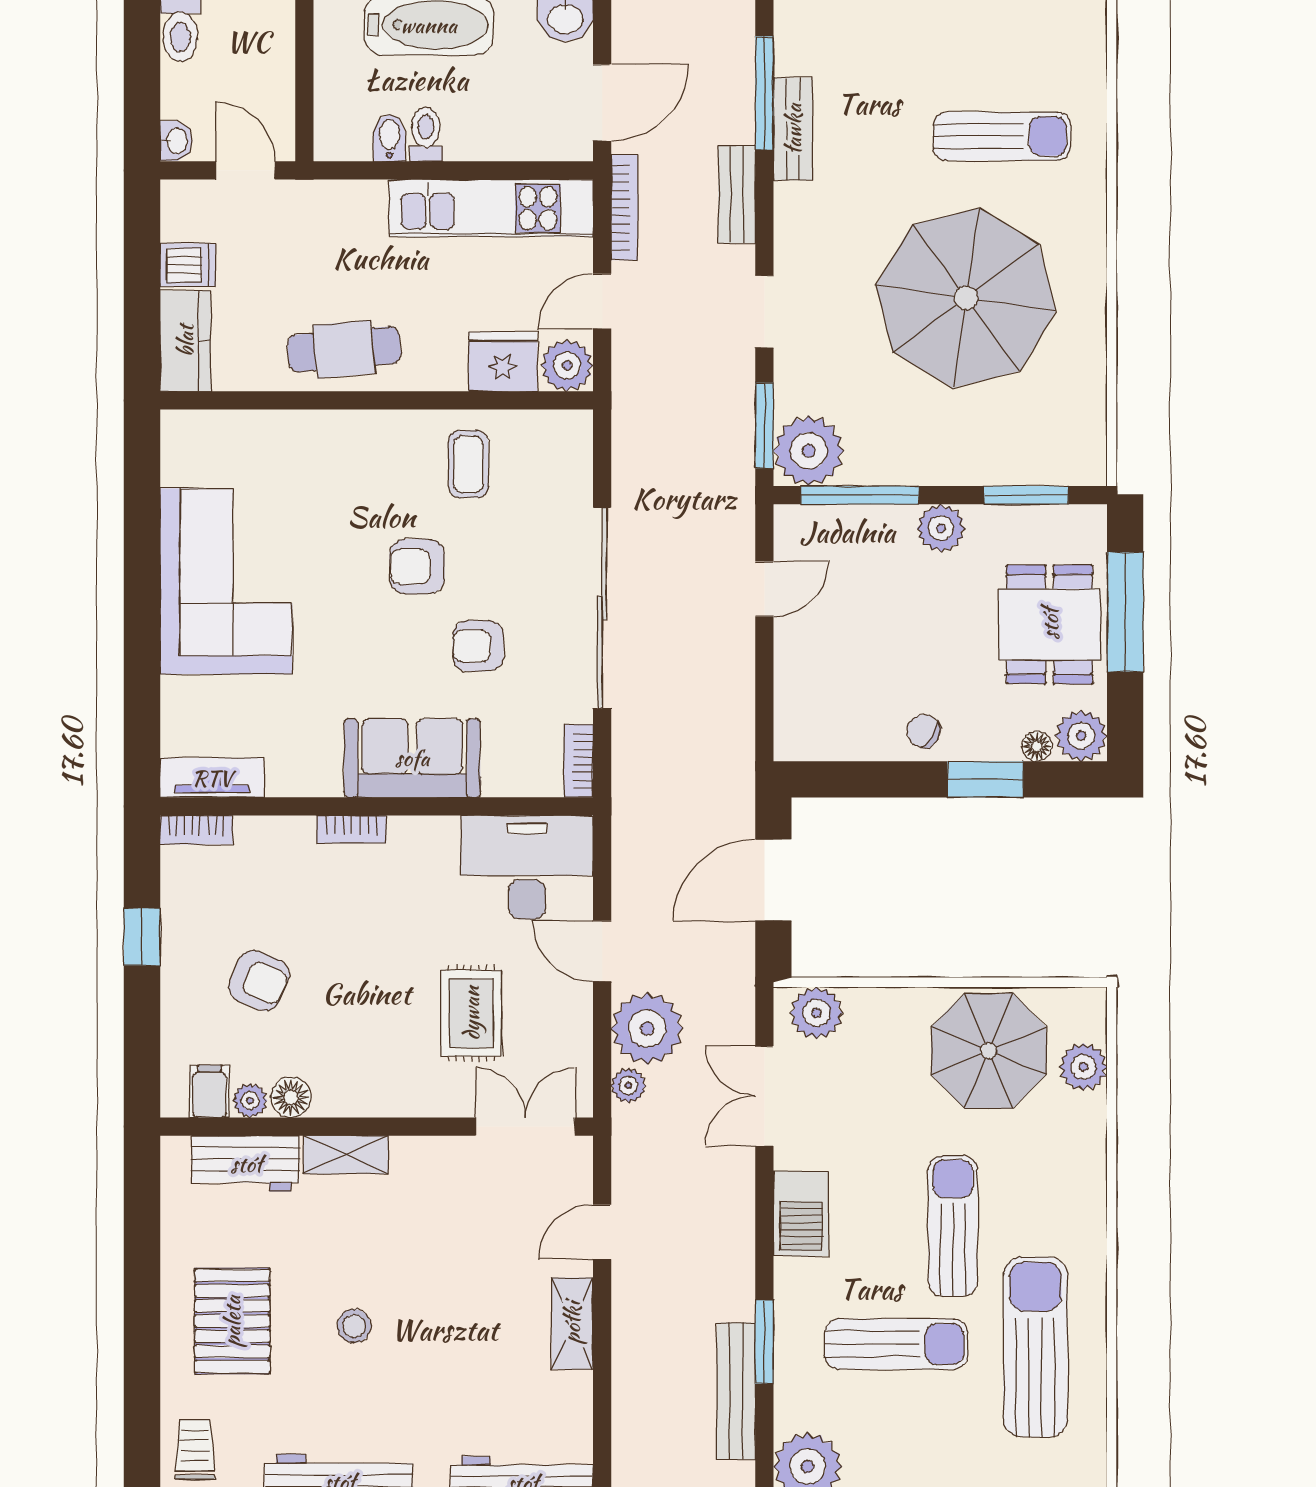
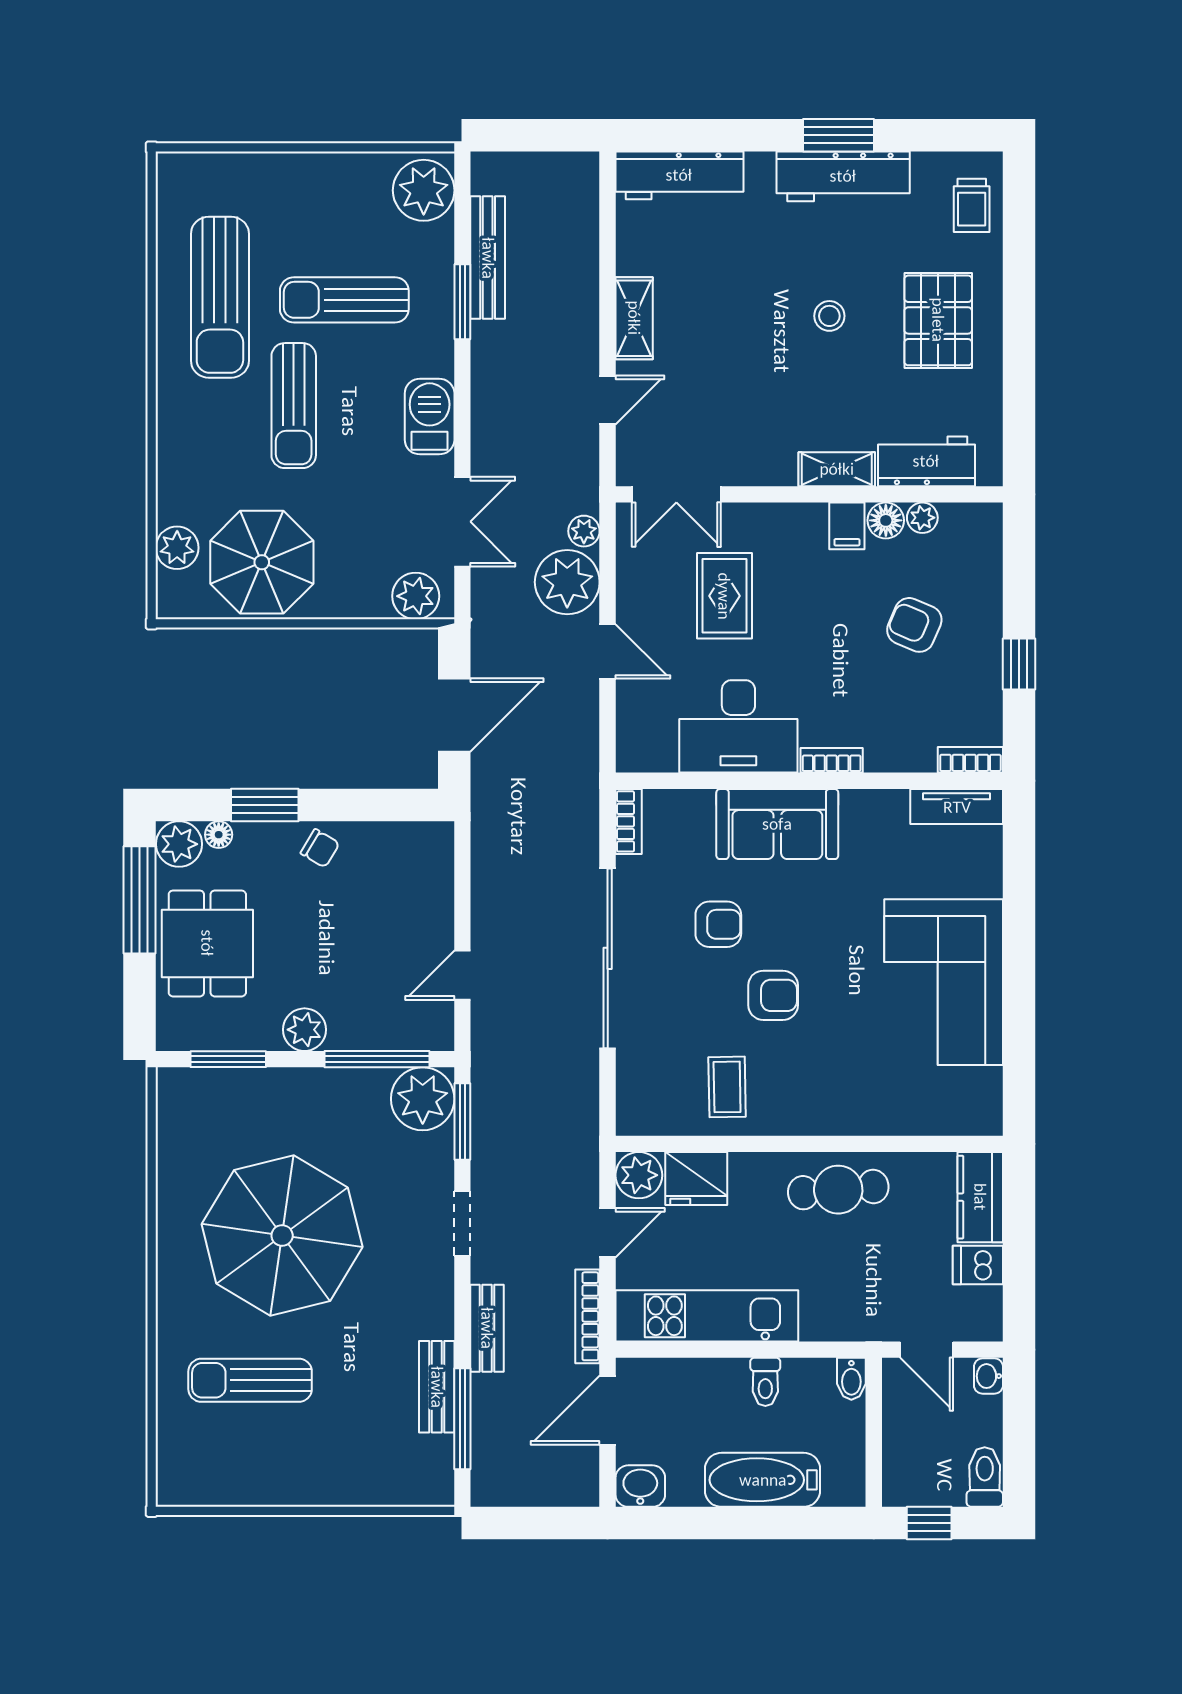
bidet: (389, 138) -> (851, 1379), moved
window: (1125, 612) -> (140, 900), moved
desk: (527, 867) -> (738, 726), moved
filing cabinet: (210, 1091) -> (847, 526), moved

